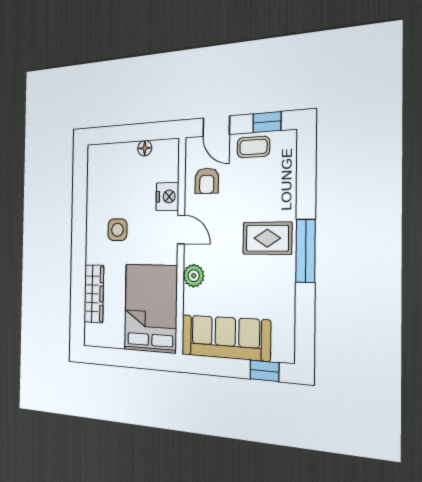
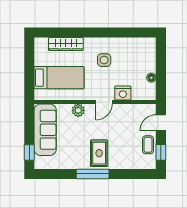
armchair: (207, 181) -> (131, 118), removed
bed: (151, 308) -> (59, 78), width x0.67

